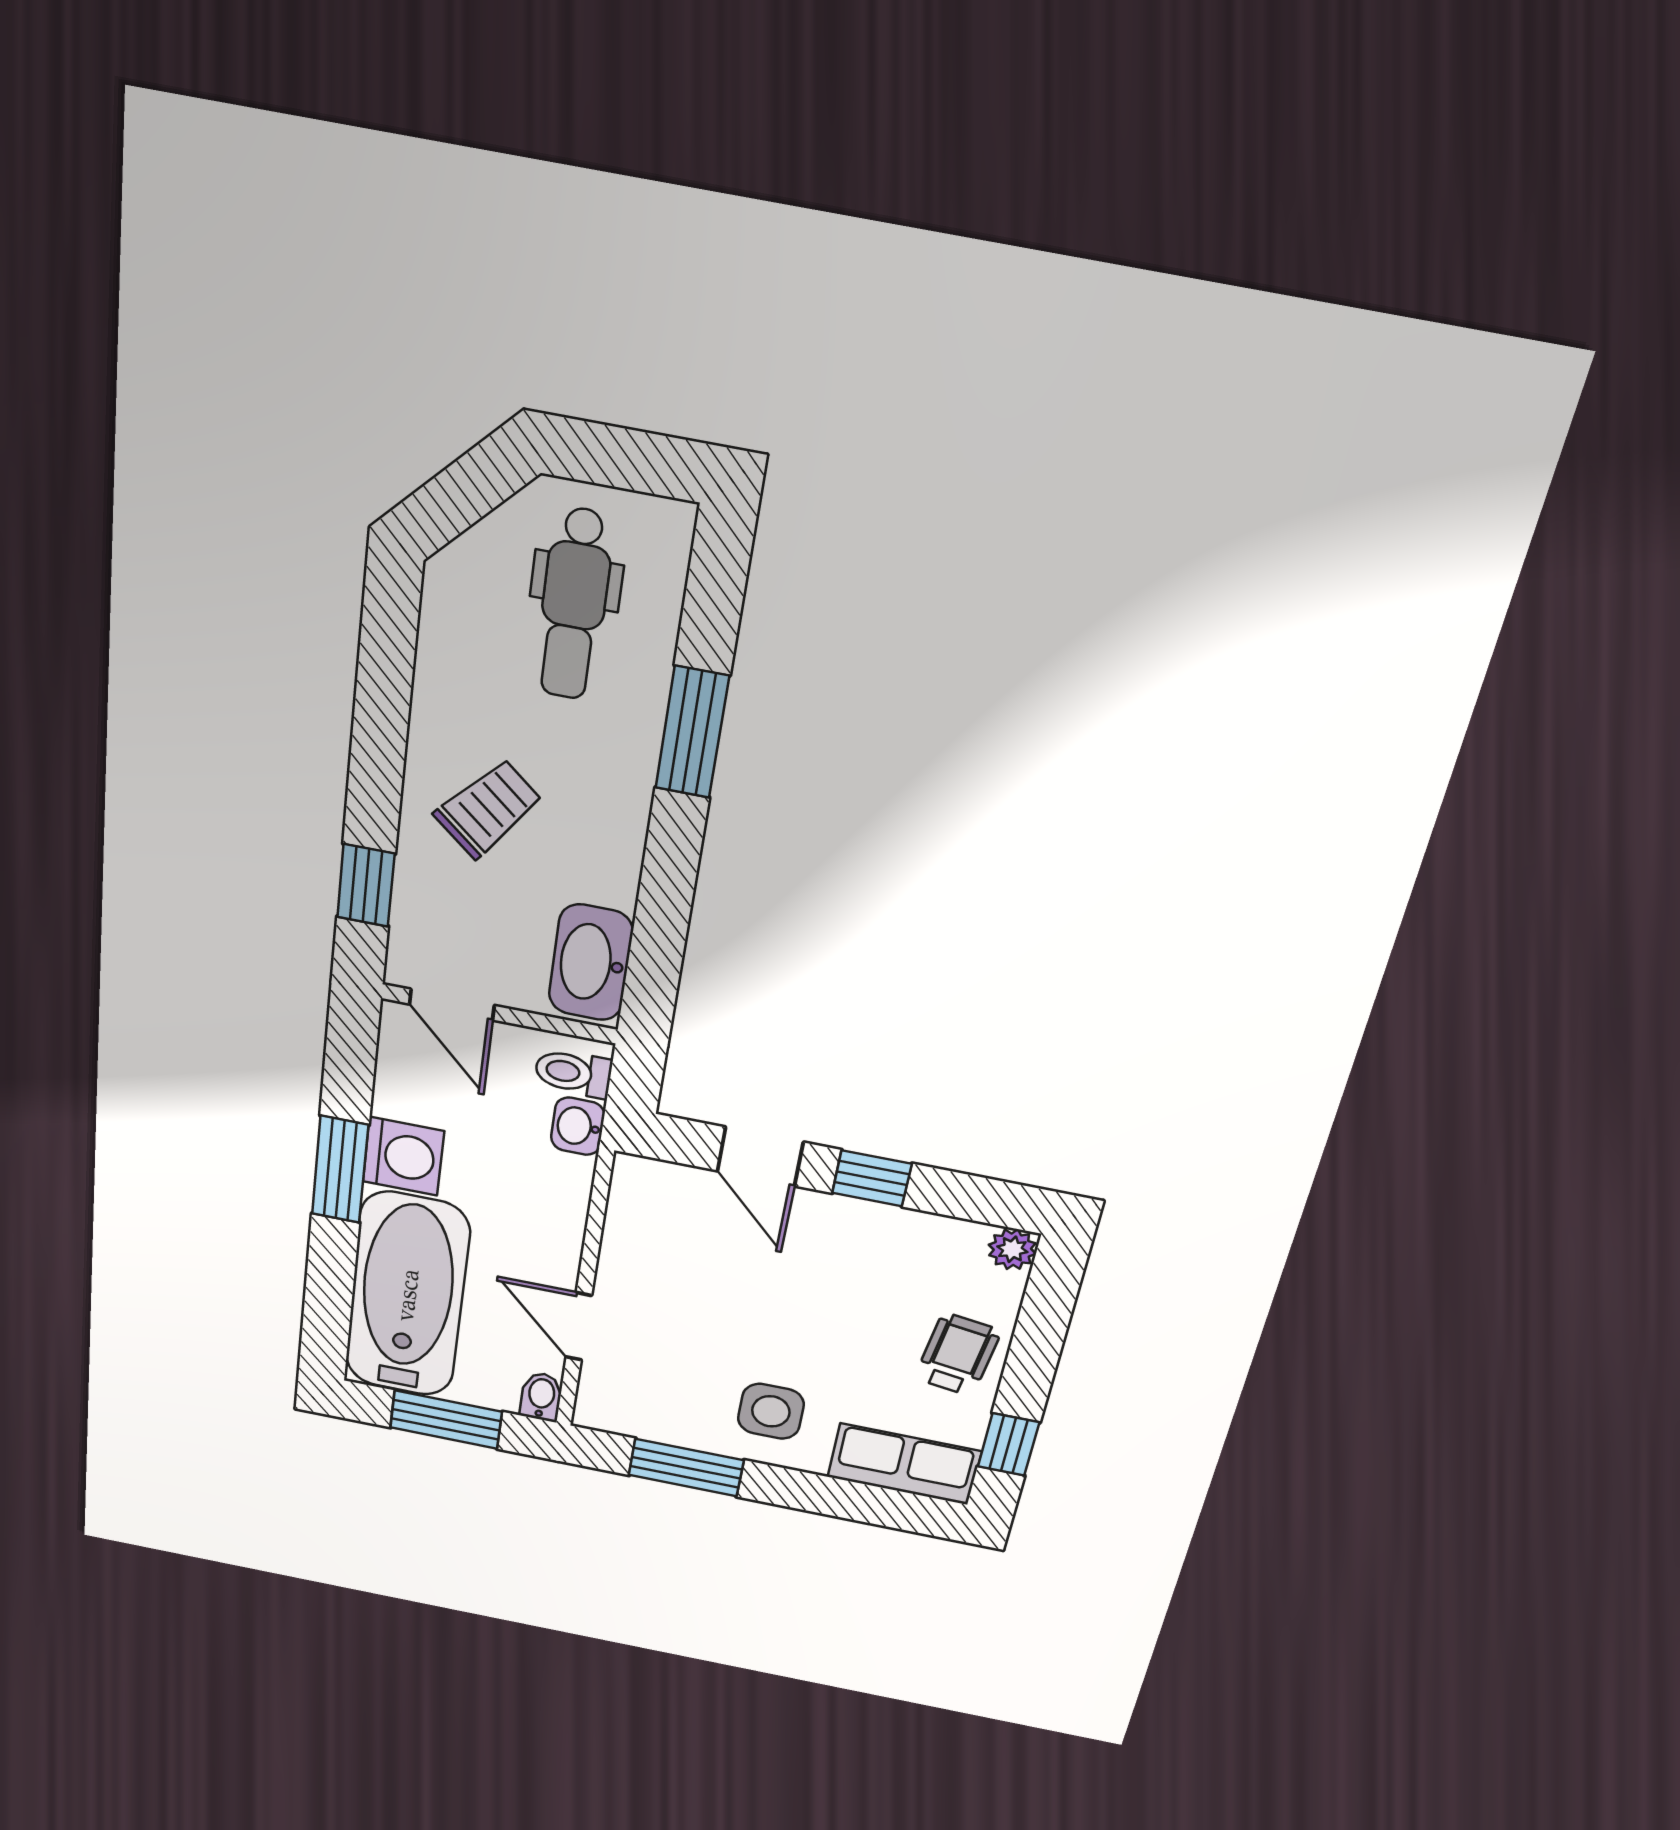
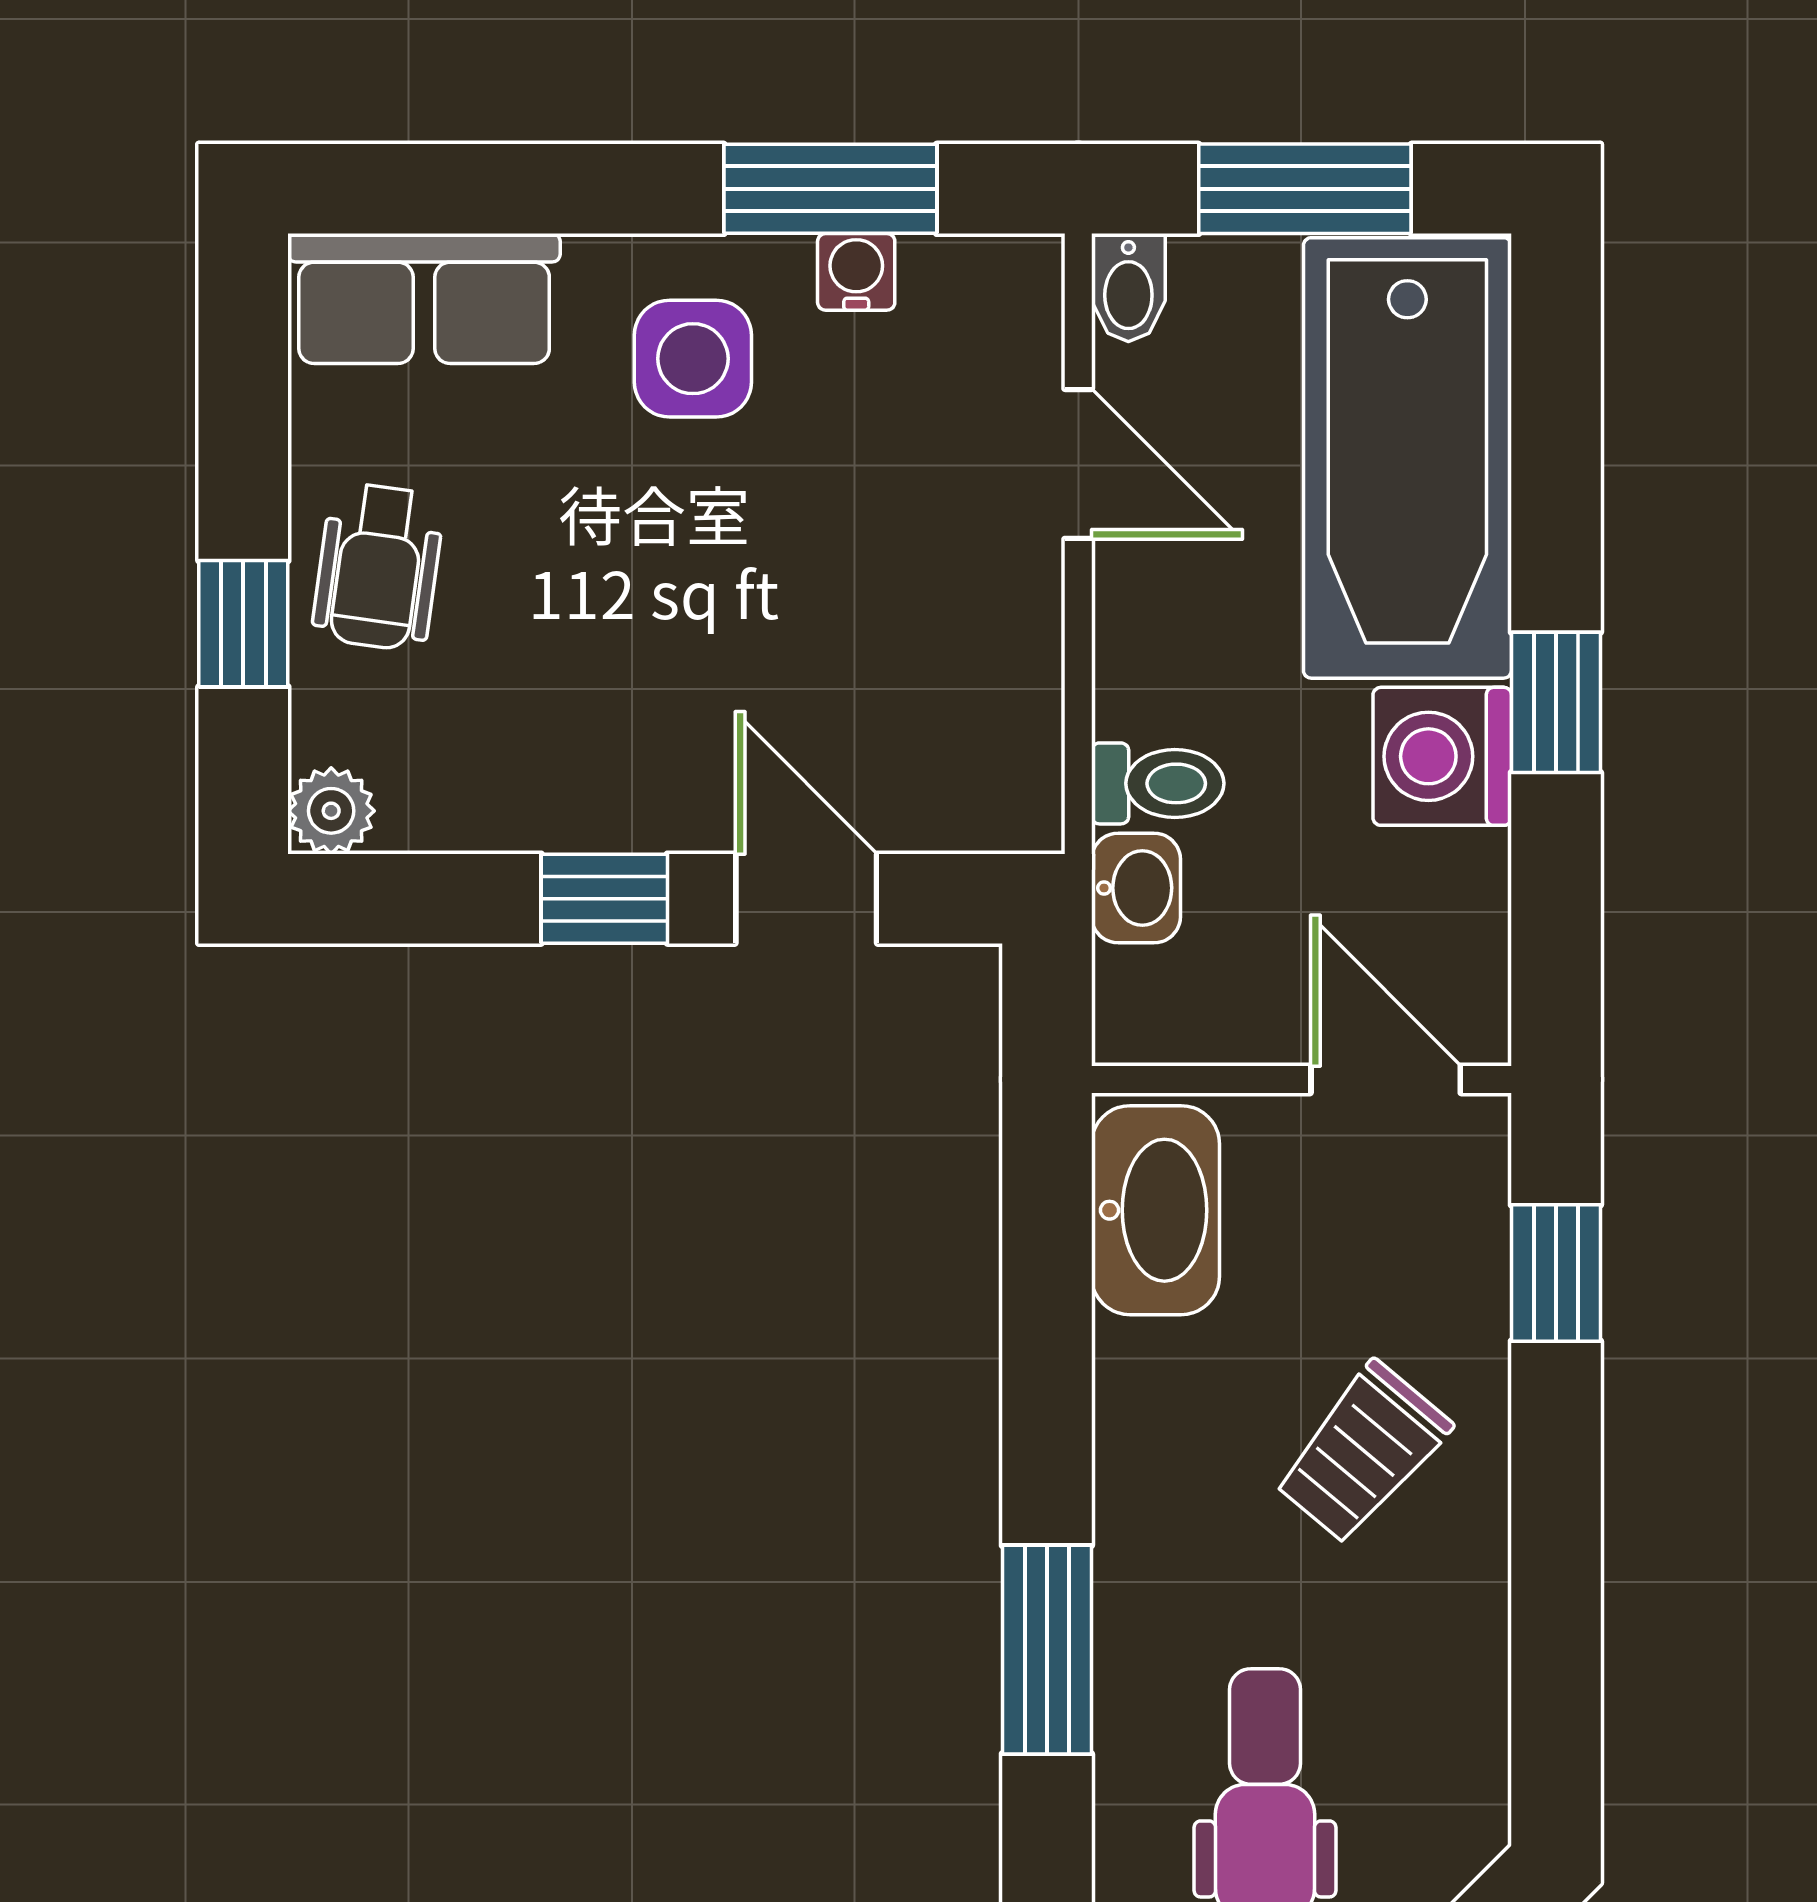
toilet: (573, 1073) -> (1158, 783), moved
window: (340, 1170) -> (1556, 702), width x0.67
water cooler: (679, 1431) -> (856, 272), added
window: (1009, 1444) -> (243, 624), moved

